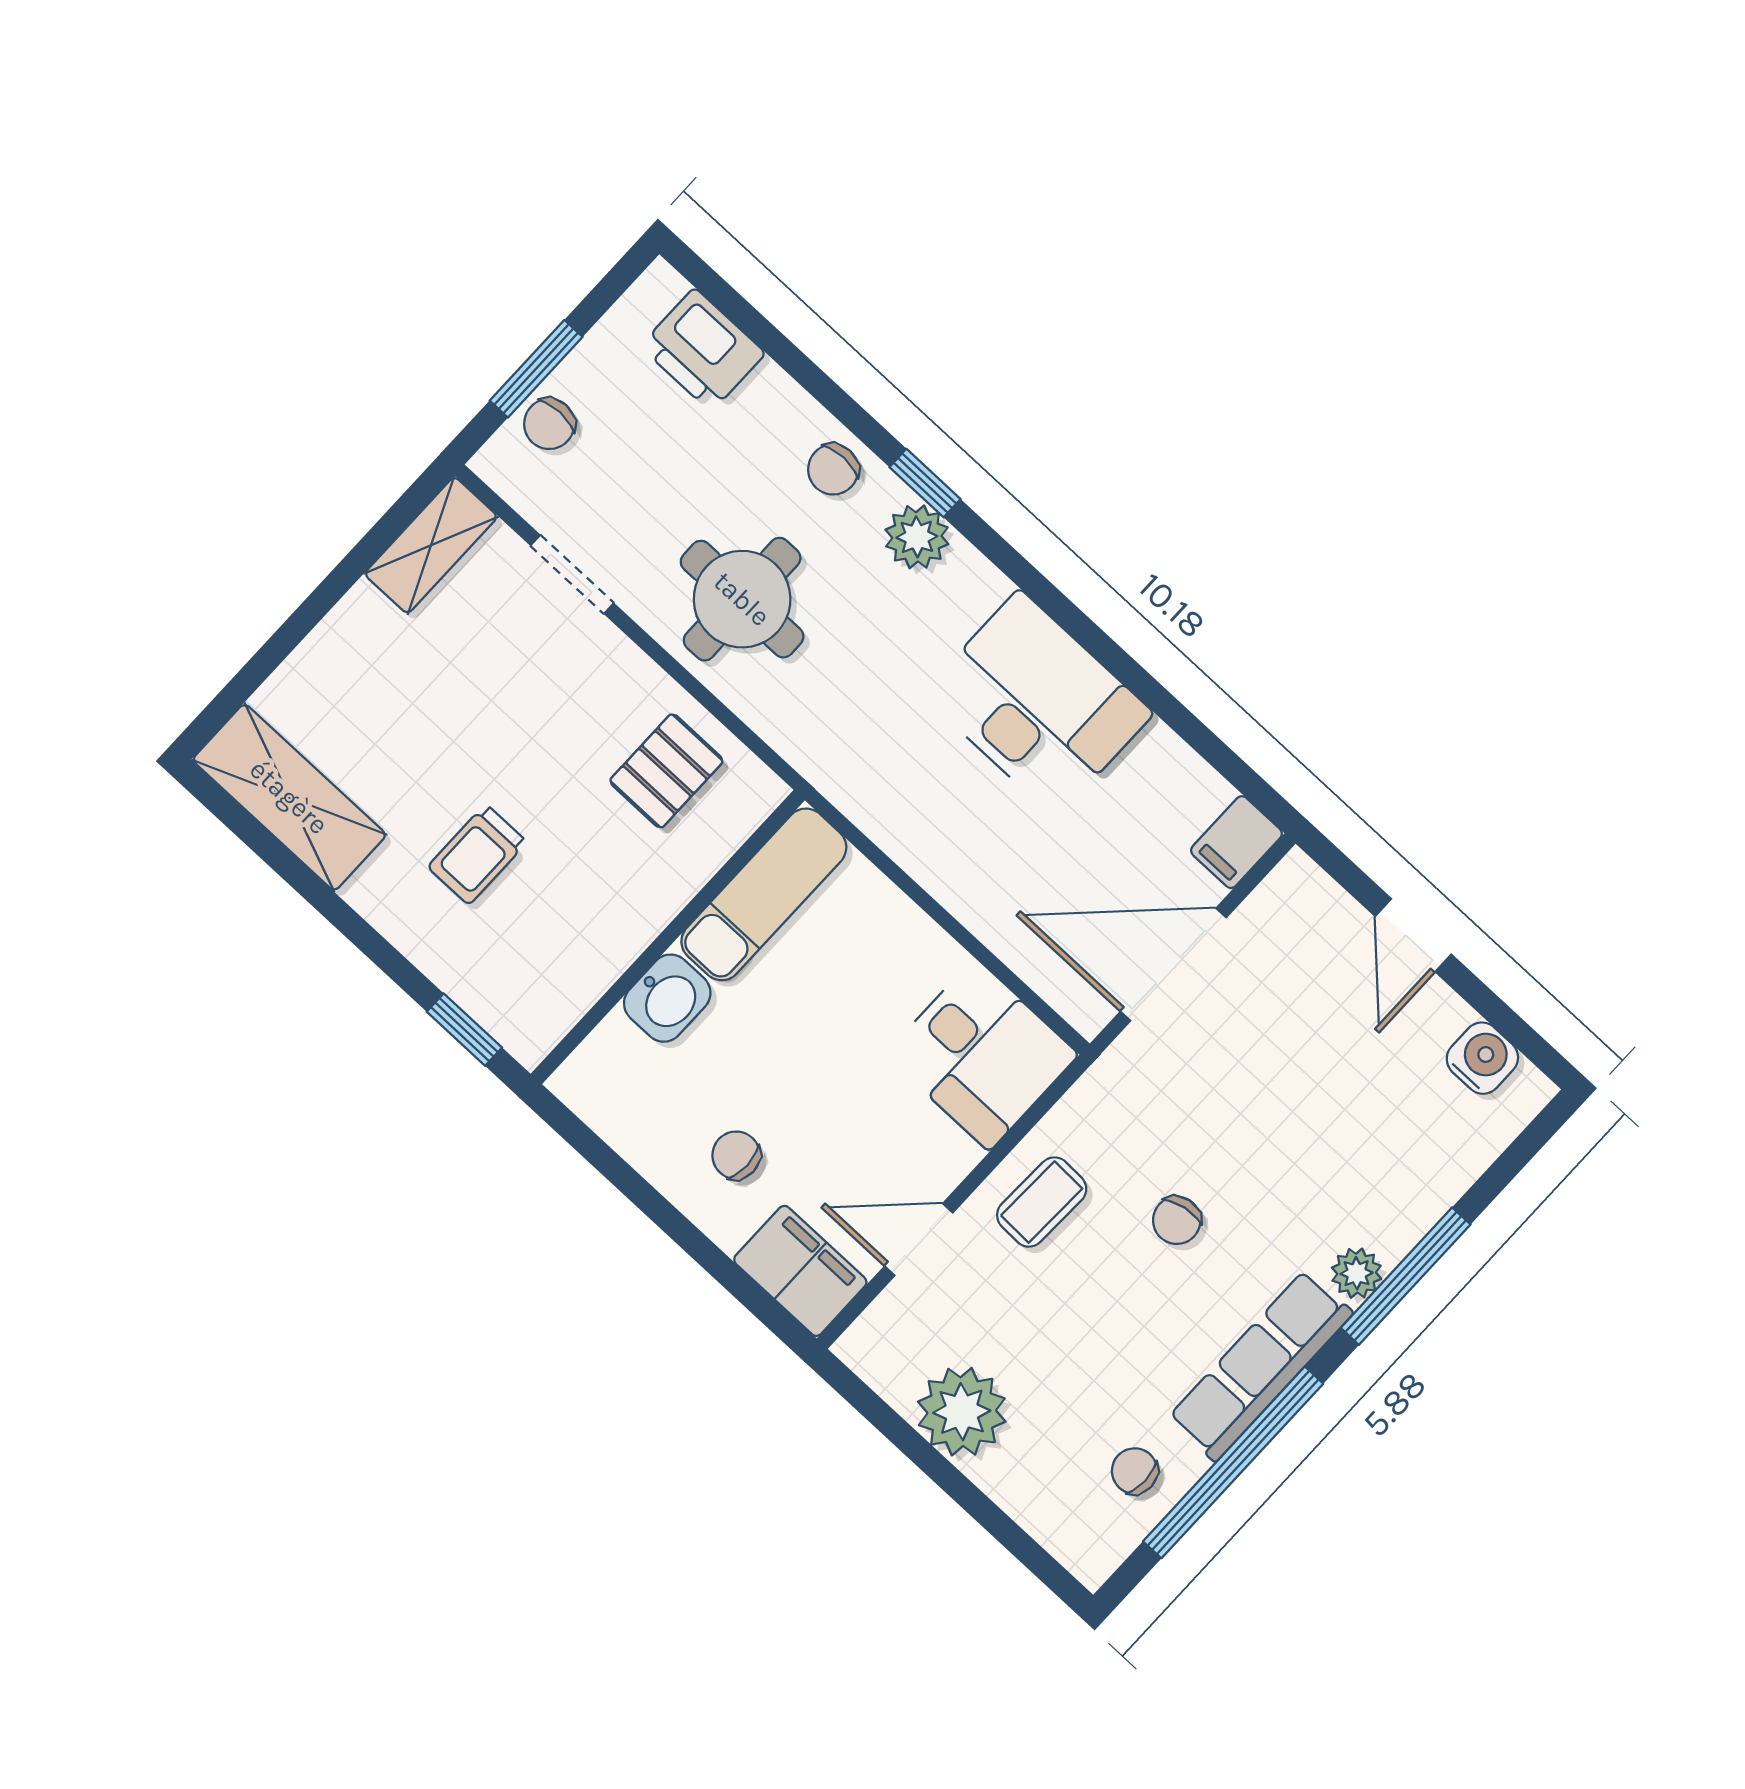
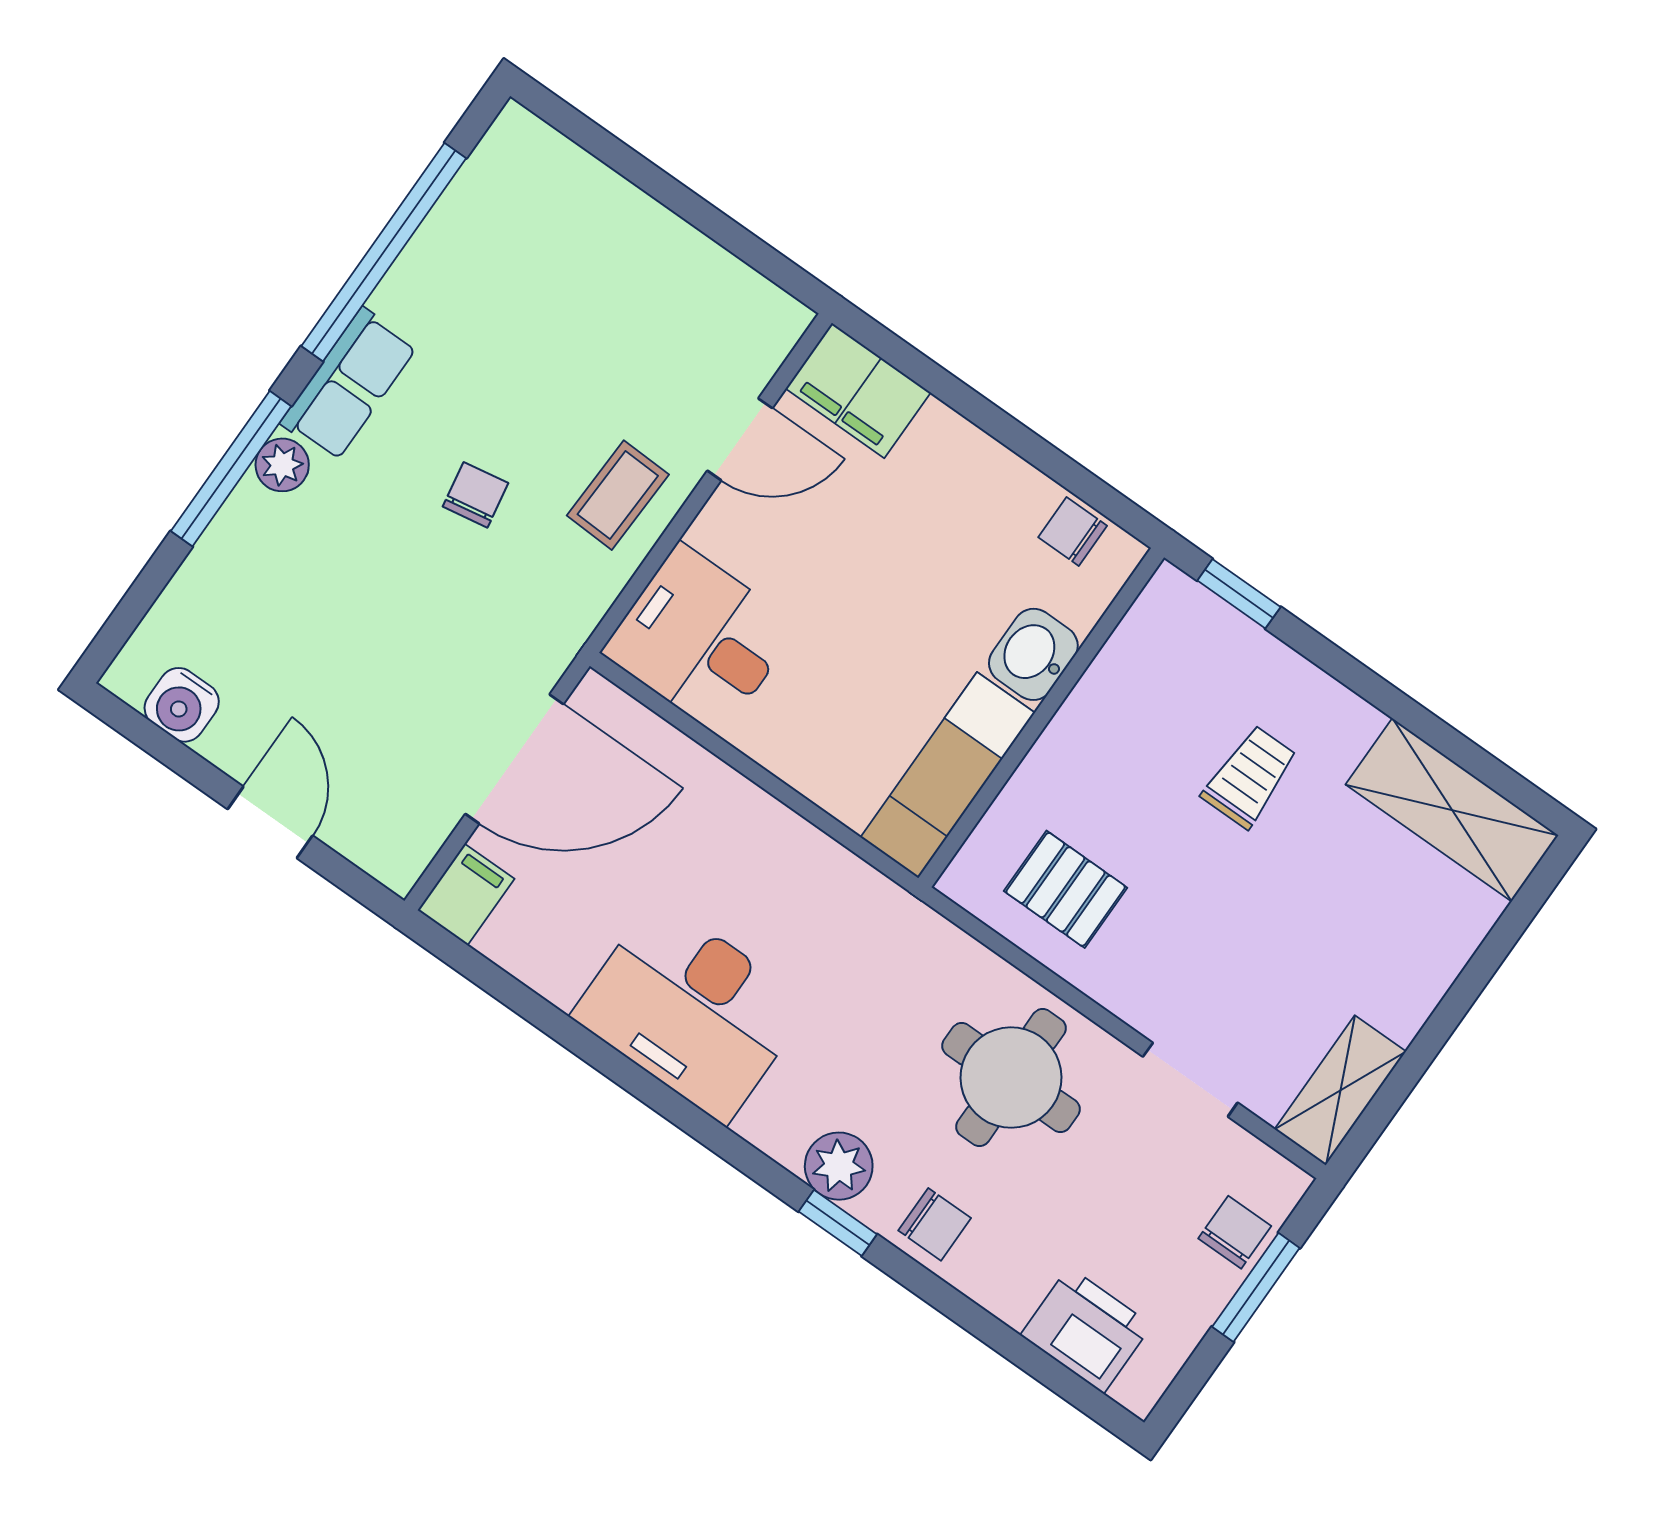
chair: (833, 469) -> (935, 1224), turned 90
pallet: (666, 771) -> (1066, 889), turned 90
chair: (736, 1155) -> (1073, 532), moved, turned 180
row of seats: (1261, 1365) -> (349, 384), width x0.68
plant: (962, 1412) -> (672, 267), removed
chair: (1135, 1471) -> (485, 230), removed

